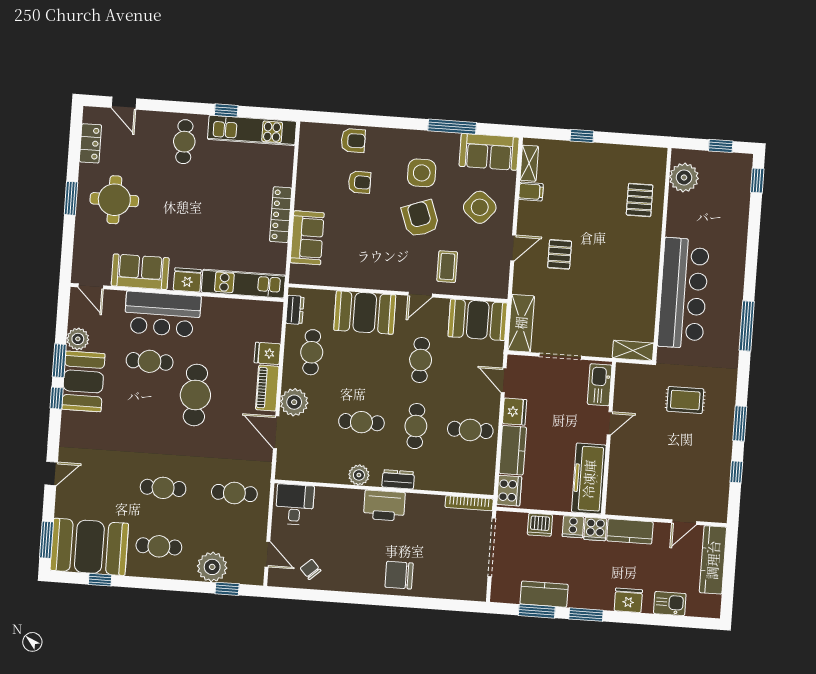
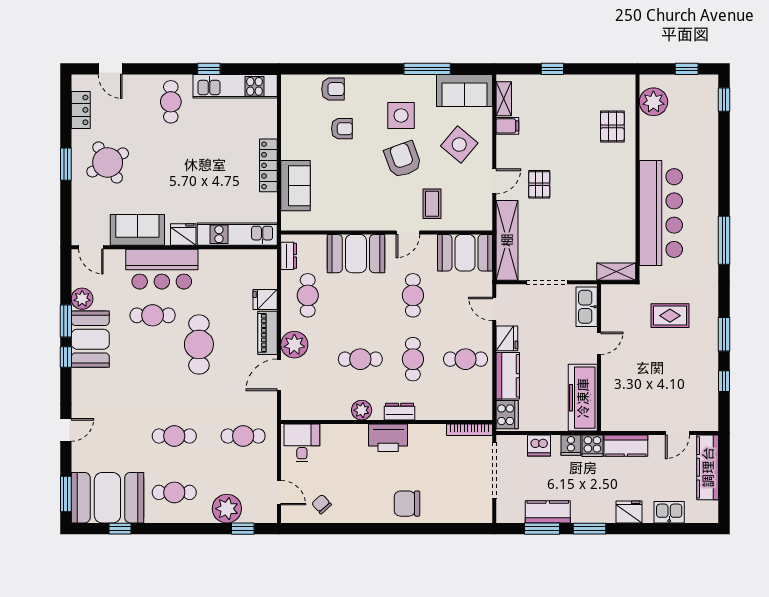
round table: (114, 200) -> (108, 162), turned -31
shelving: (521, 323) -> (507, 240), width x1.47
door: (276, 432) -> (279, 375), hinge flipped

